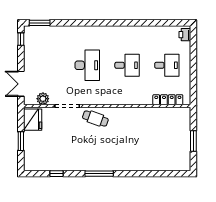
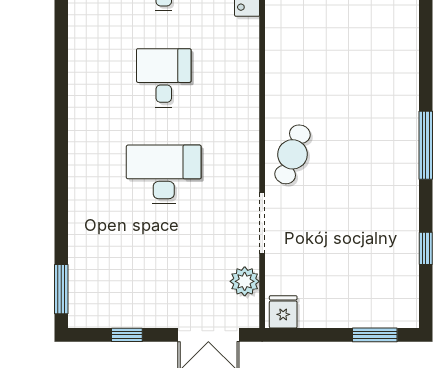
window: (21, 39) -> (127, 335), moved
fridge: (33, 120) -> (283, 312), width x0.53, depth x0.75
window: (21, 141) -> (375, 335), moved

